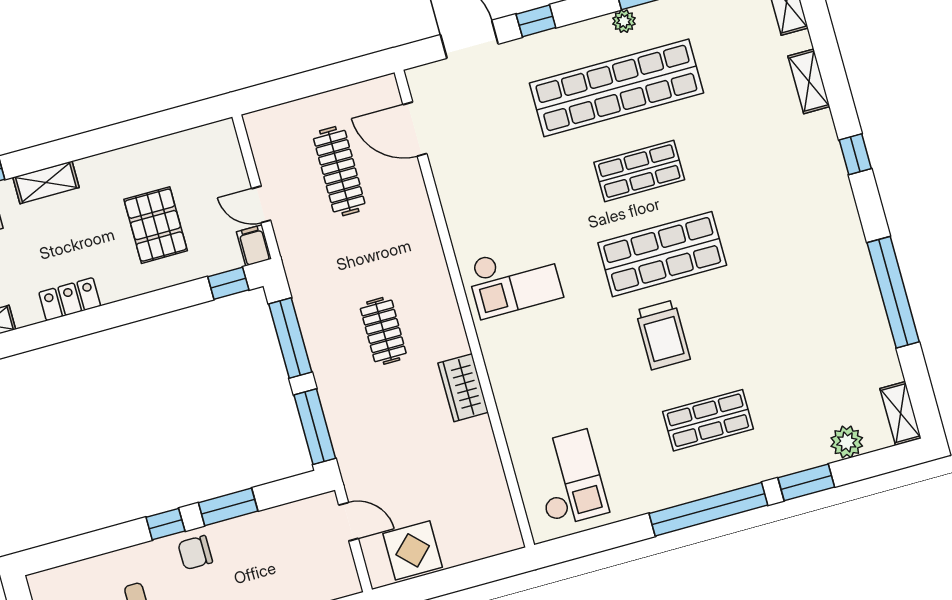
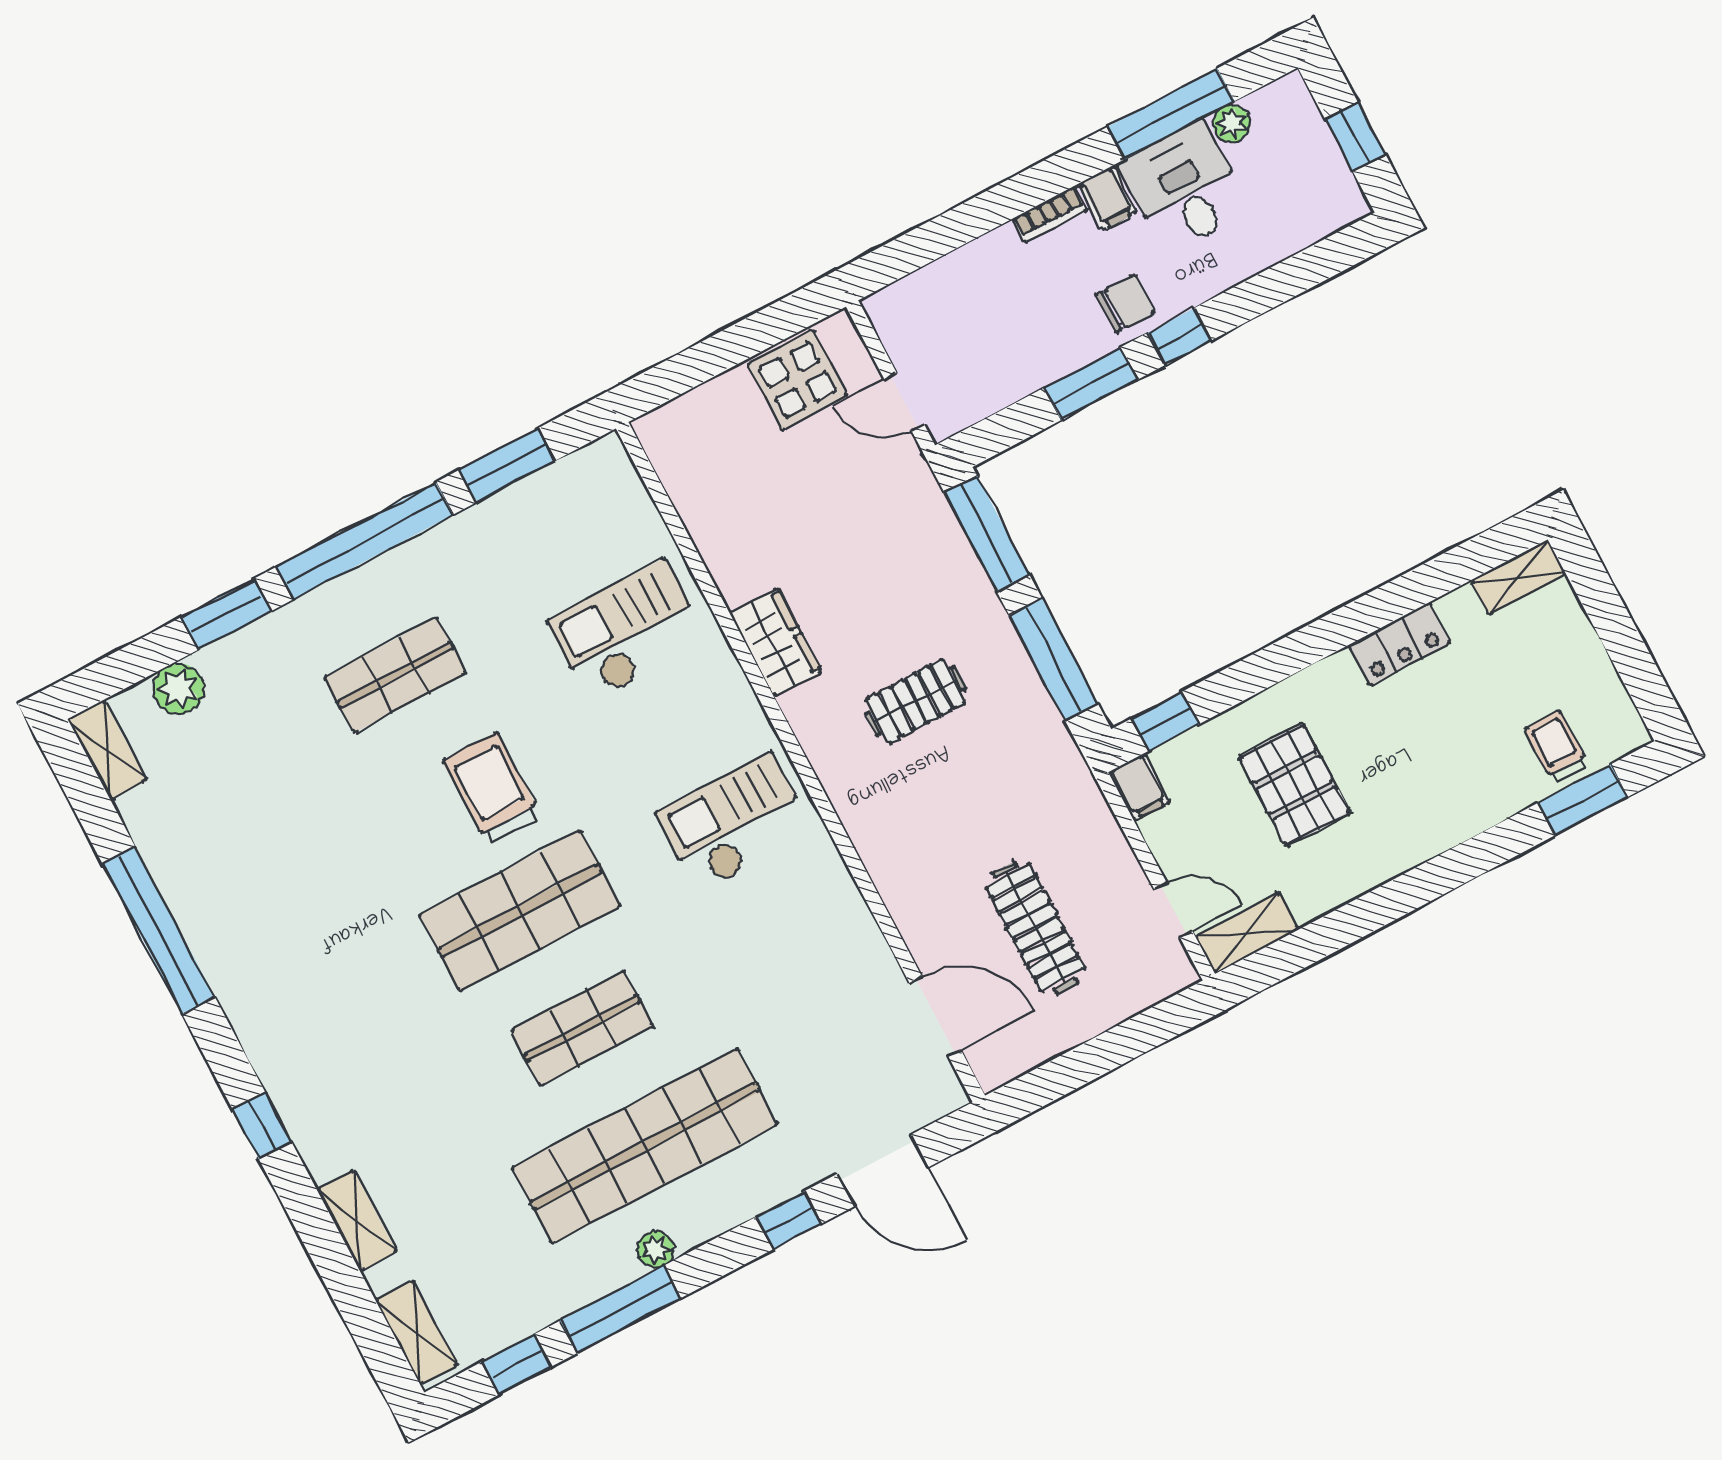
shelving: (46, 182) -> (1247, 933), moved
door: (261, 204) -> (1173, 910), moved
clothes rail: (383, 331) -> (915, 701), turned 90
checkout: (569, 478) -> (627, 631), moved, turned 90
window: (608, 537) -> (507, 465), added

